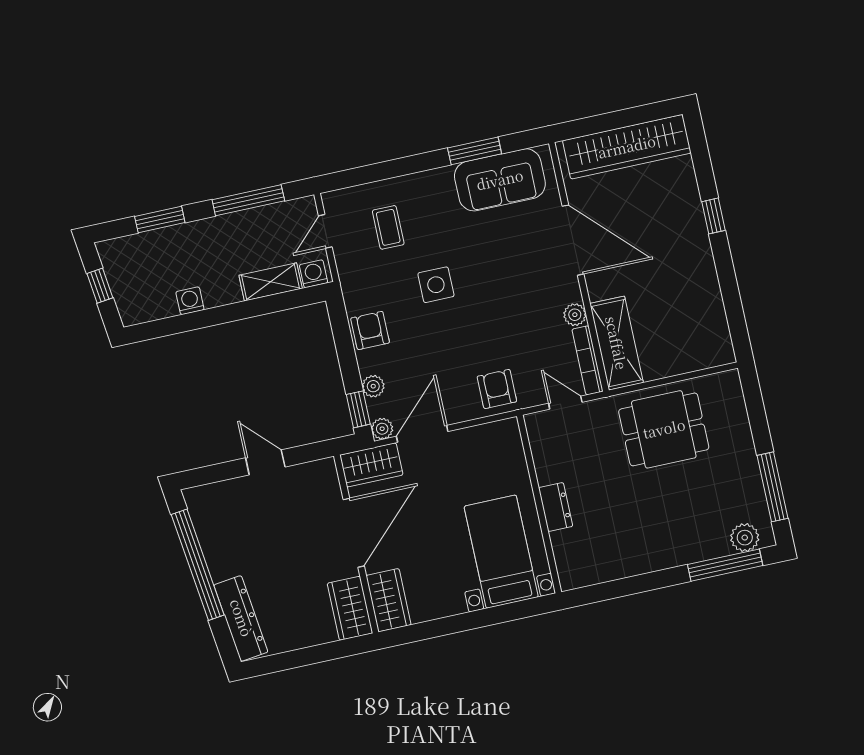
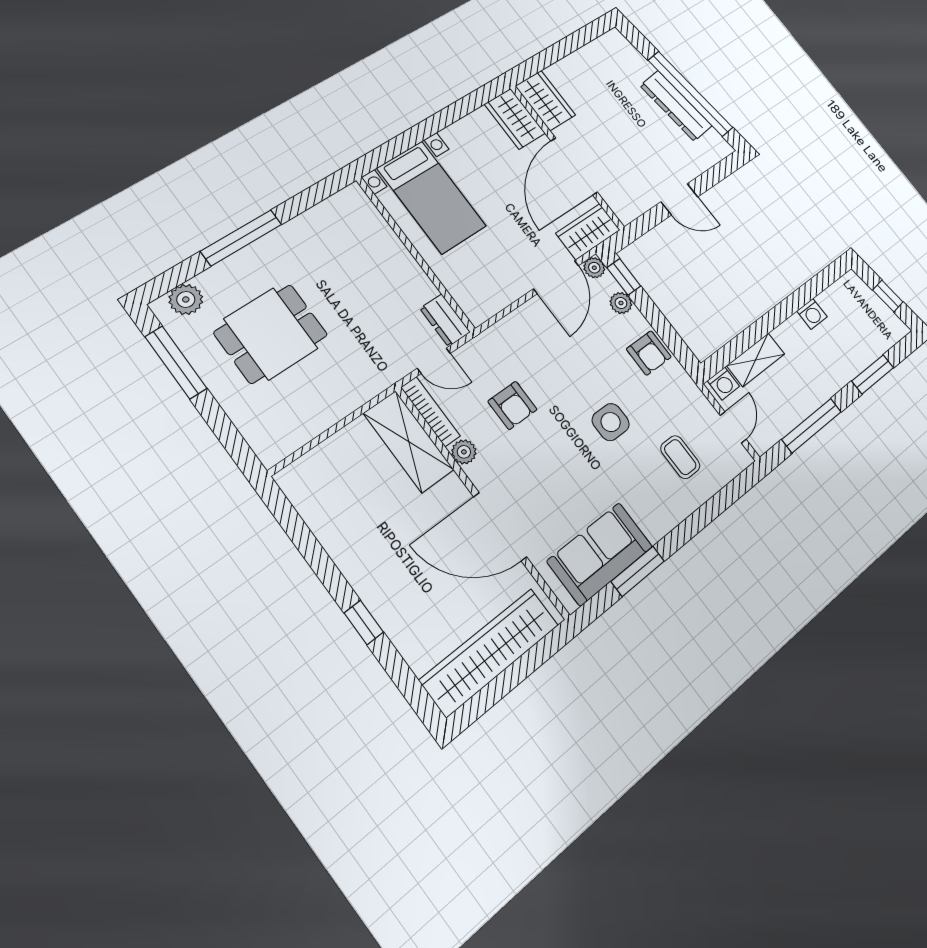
armchair: (497, 389) -> (512, 405), moved
dining table: (664, 429) -> (271, 334), moved
dresser: (556, 507) -> (445, 320), moved
window: (725, 565) -> (241, 238), moved
dresser: (241, 618) -> (676, 106), moved

